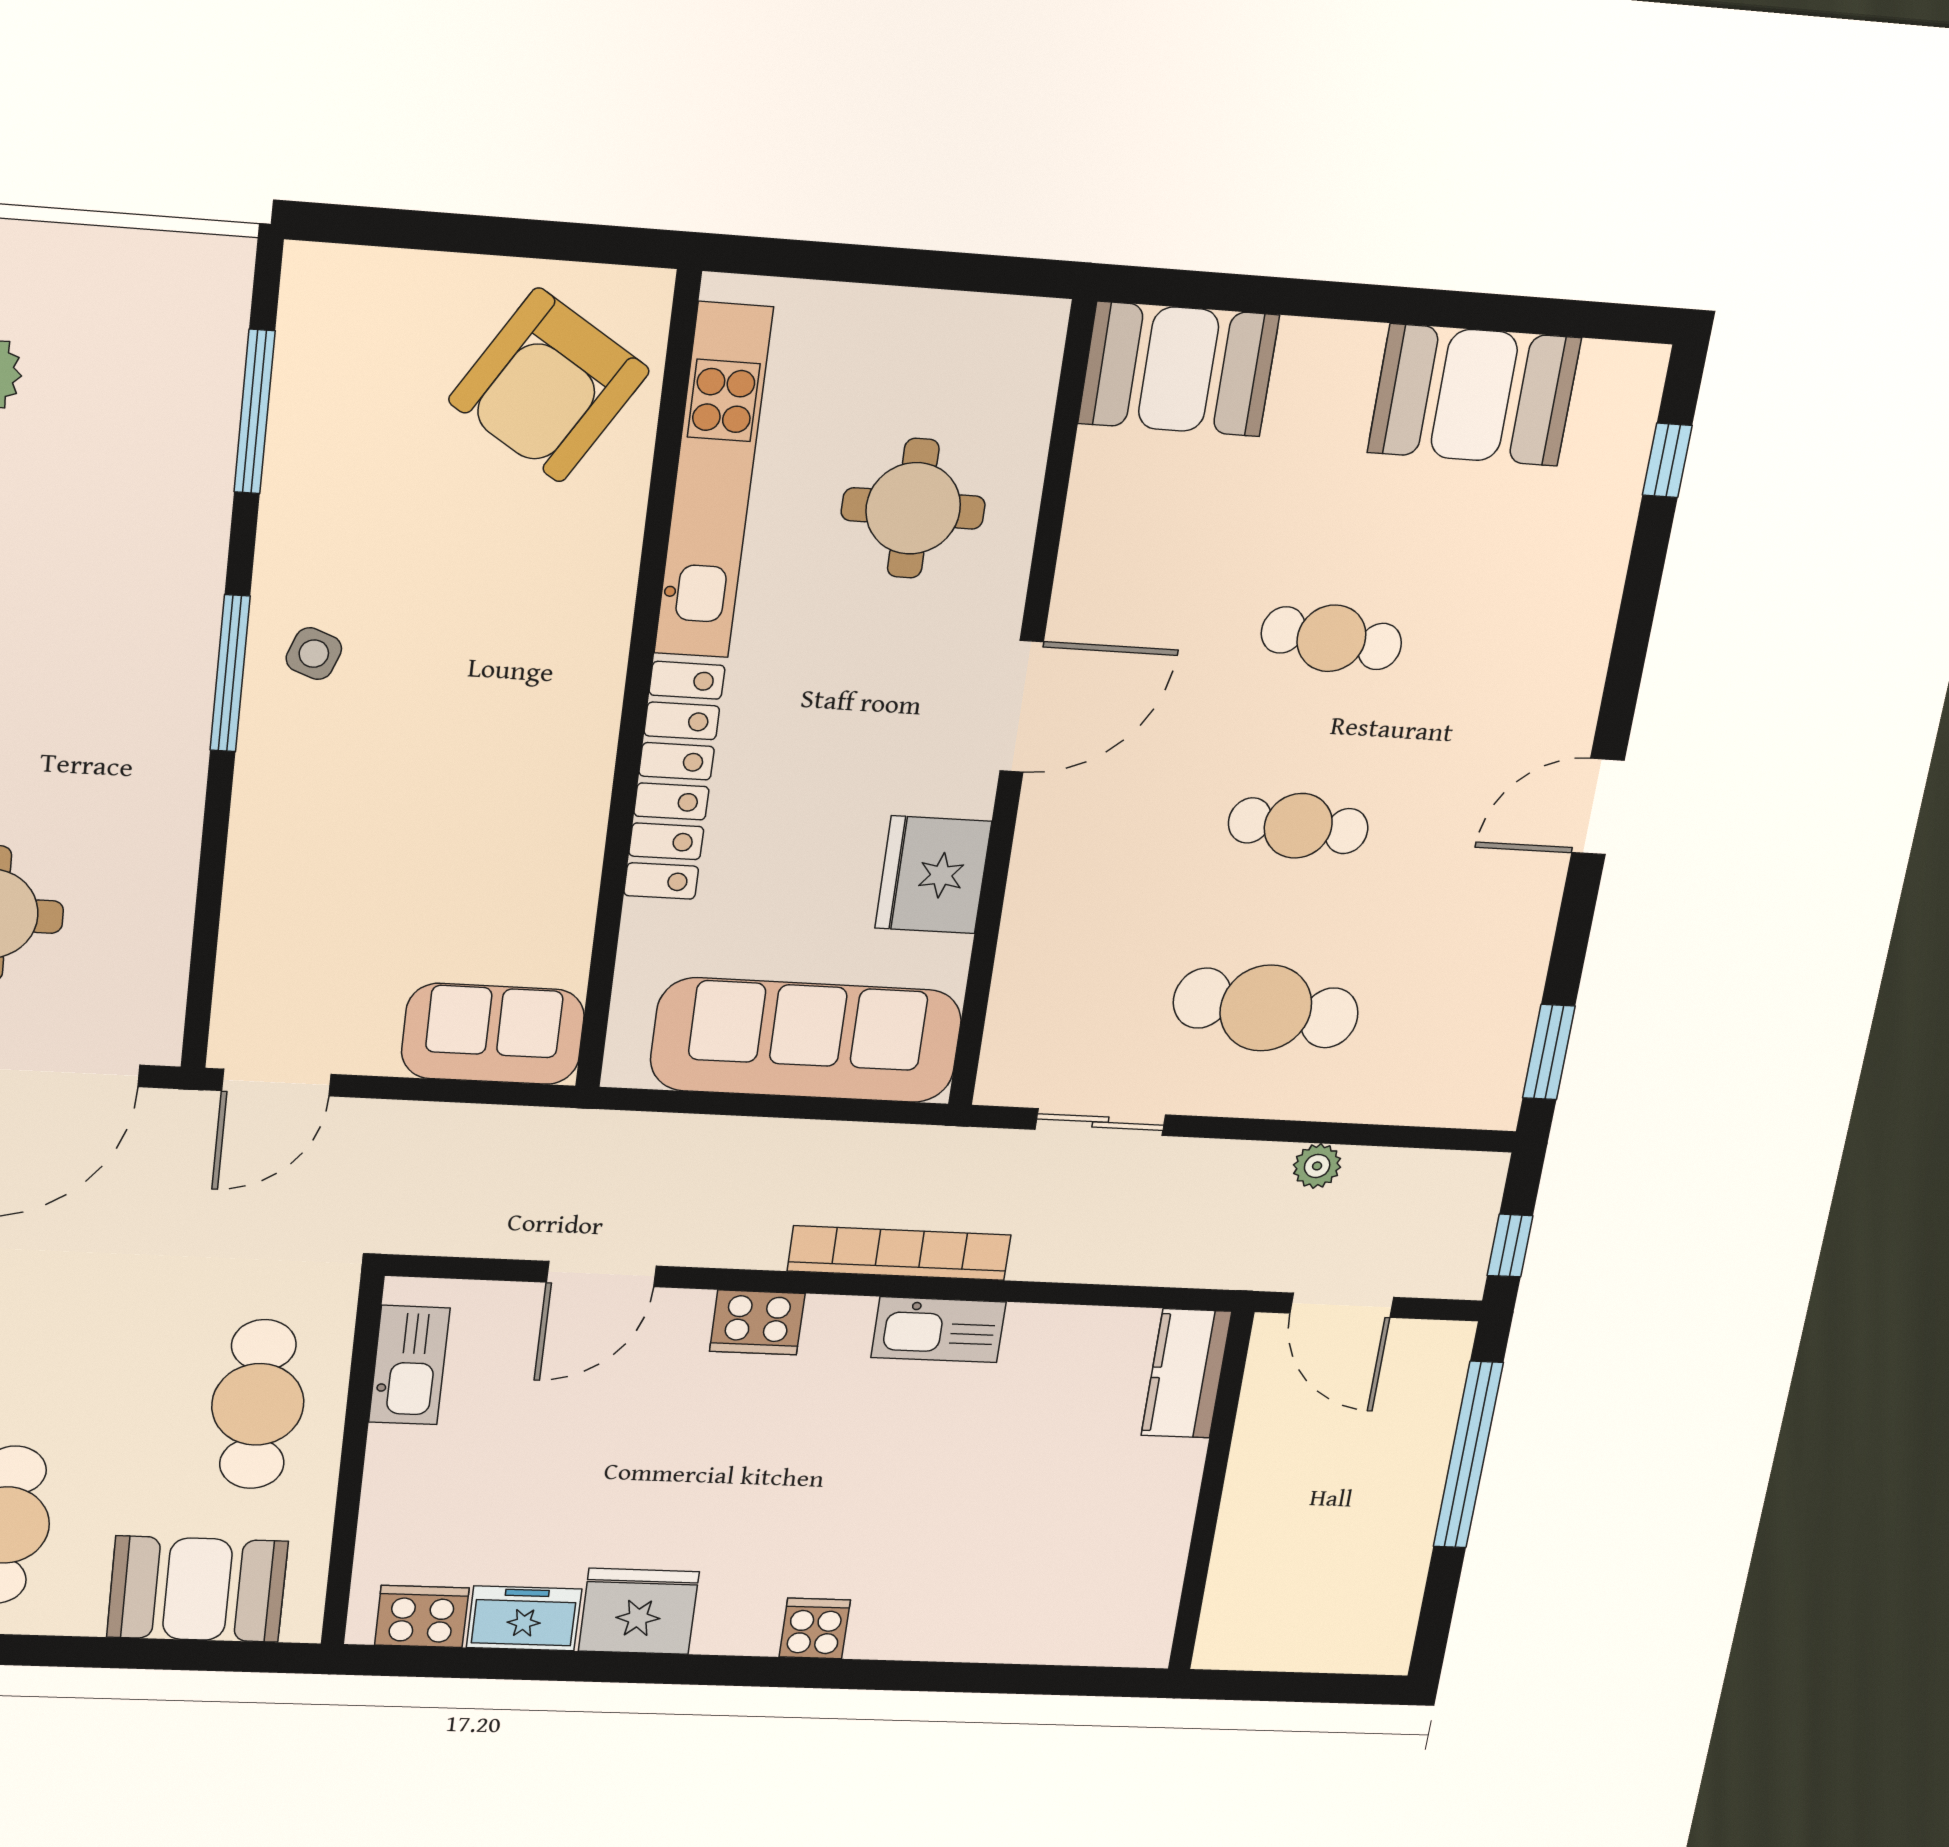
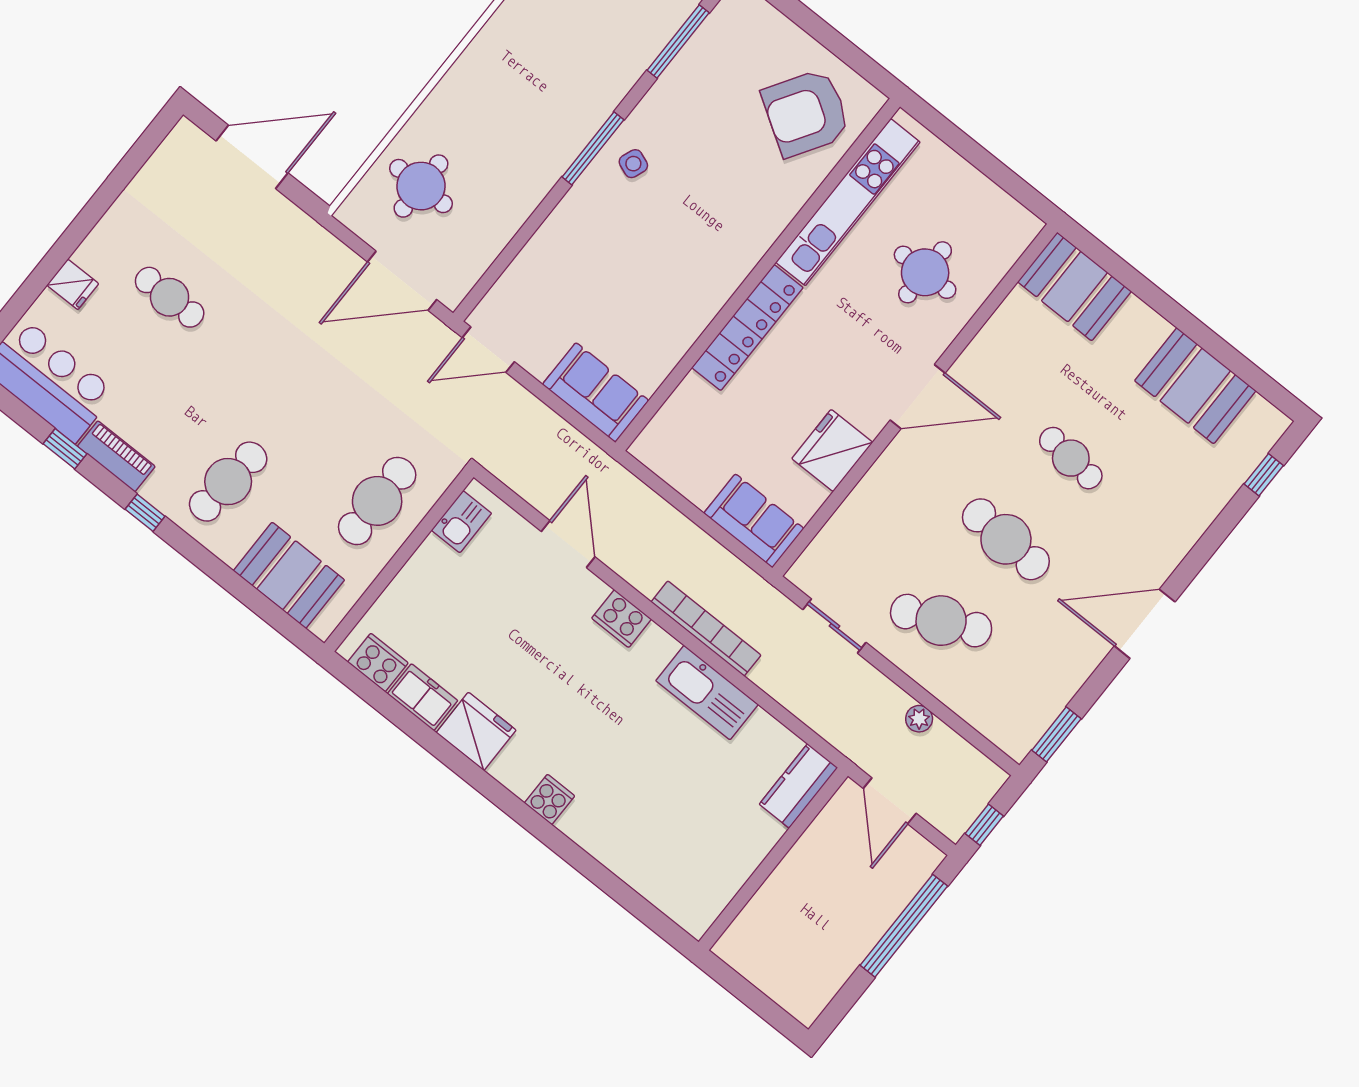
door: (1598, 807) -> (1145, 624), width x1.36
cafe table: (1298, 826) -> (1006, 539), width x1.37, depth x1.35
cafe table: (1266, 1008) -> (941, 621), turned -30
sofa: (806, 1040) -> (754, 521), width x0.54, depth x0.79
door: (601, 1274) -> (568, 544), swing flipped
kitchen sink: (938, 1330) -> (707, 693), width x1.36, depth x1.24
kitchen sink: (409, 1365) -> (461, 522), width x0.73

